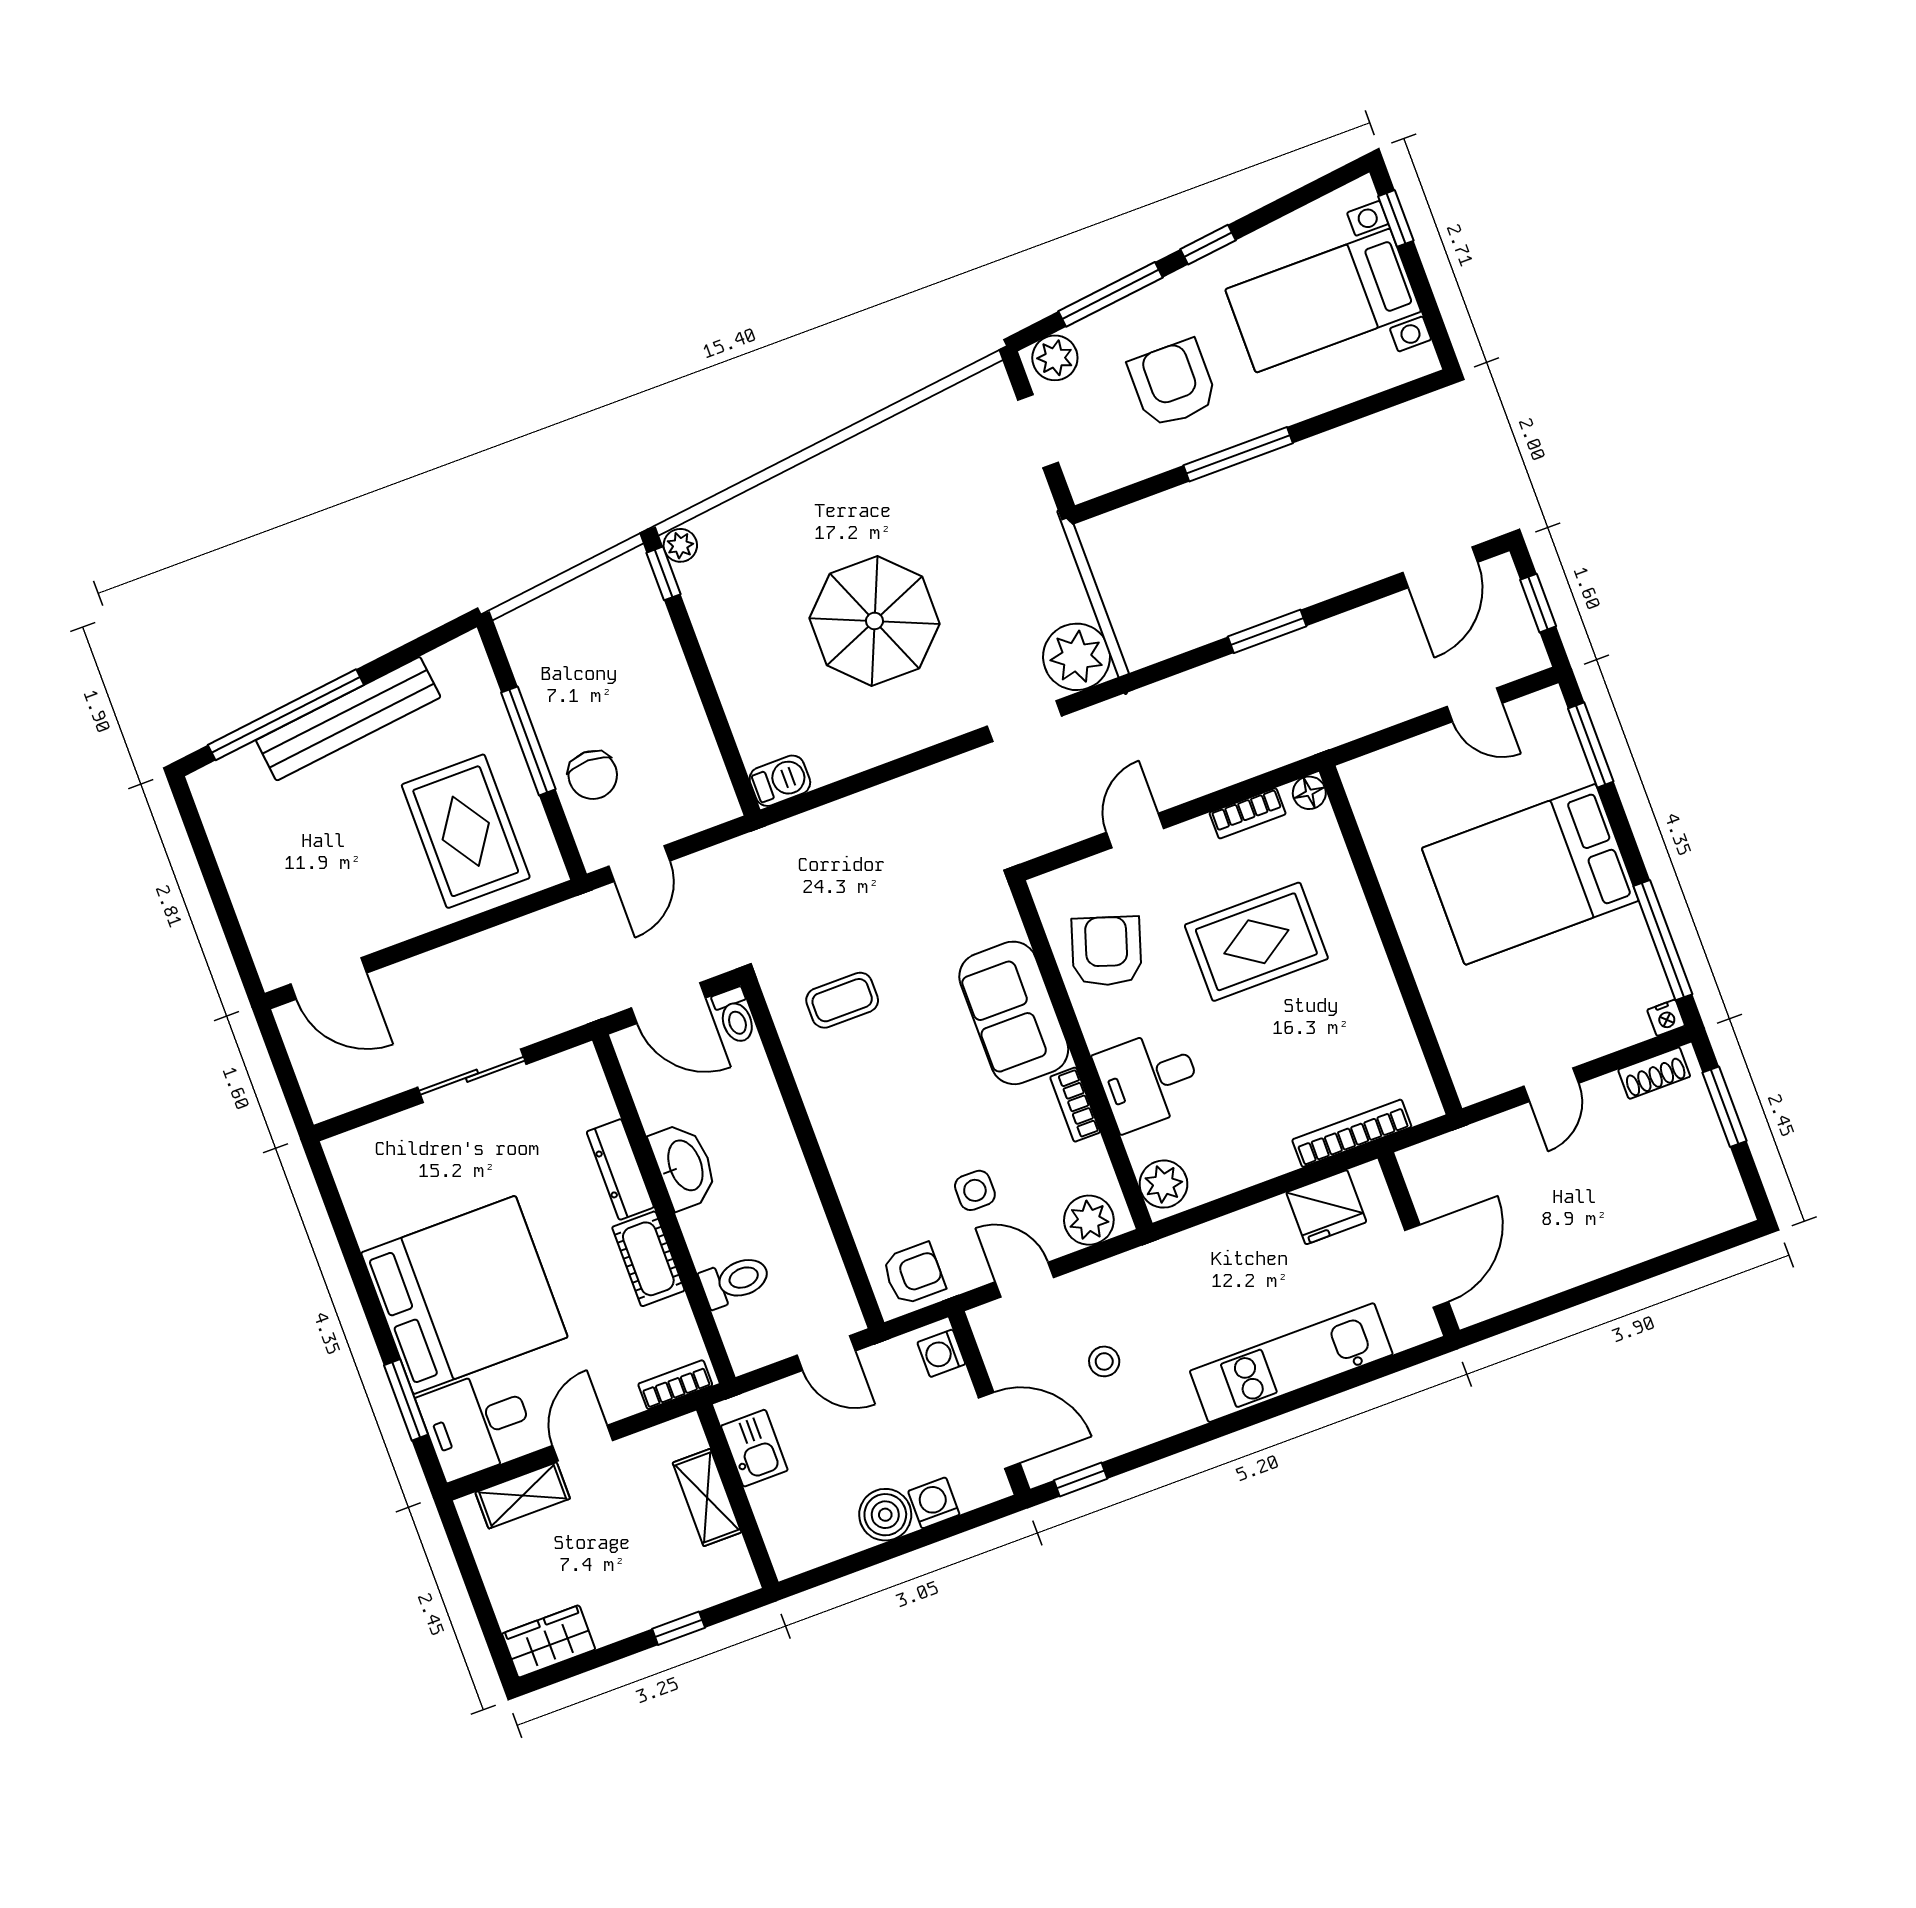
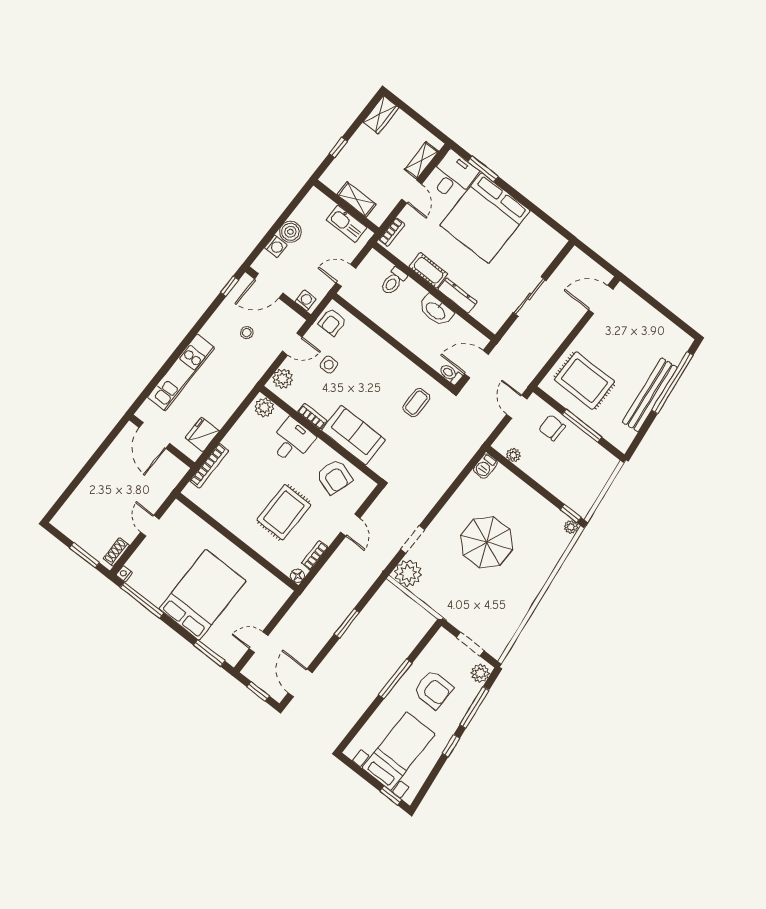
plant: (708, 767) -> (513, 455), added
kitchen sink: (754, 1448) -> (347, 224), width x1.38

